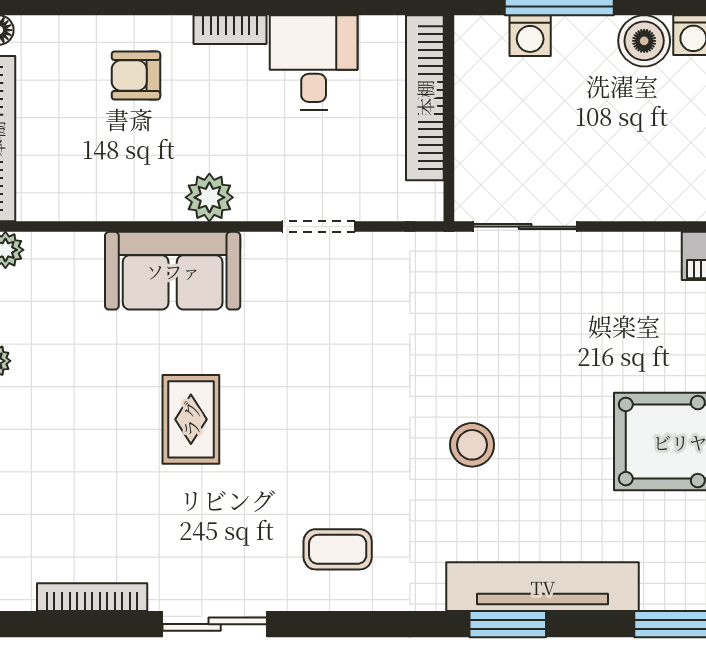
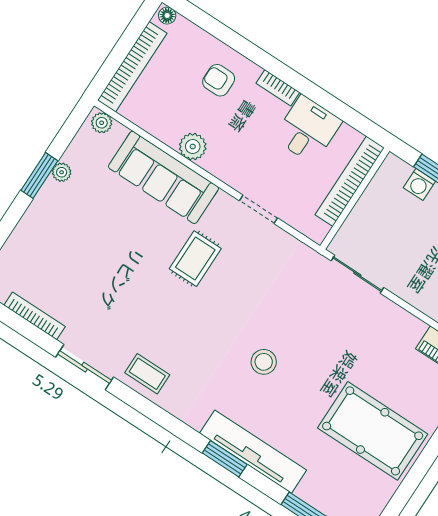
plant: (209, 197) -> (193, 147), moved
sofa: (173, 271) -> (163, 177), width x1.36
rug: (191, 419) -> (195, 259), moved
coffee table: (338, 549) -> (147, 374), moved

